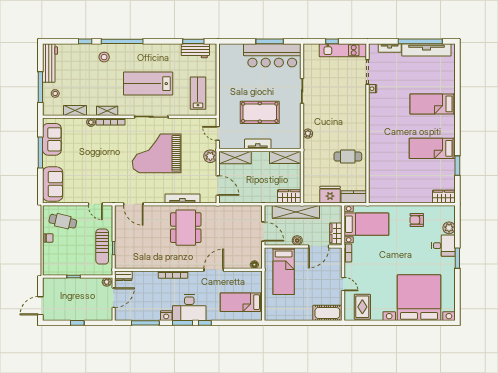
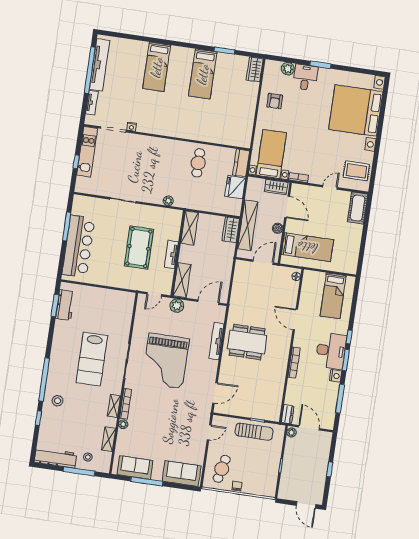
bar counter: (272, 55) -> (78, 246), moved
lab bench: (198, 93) -> (109, 309), removed

